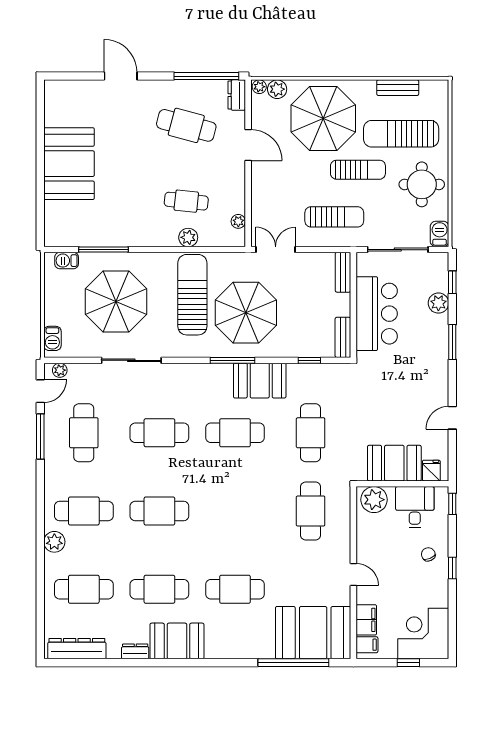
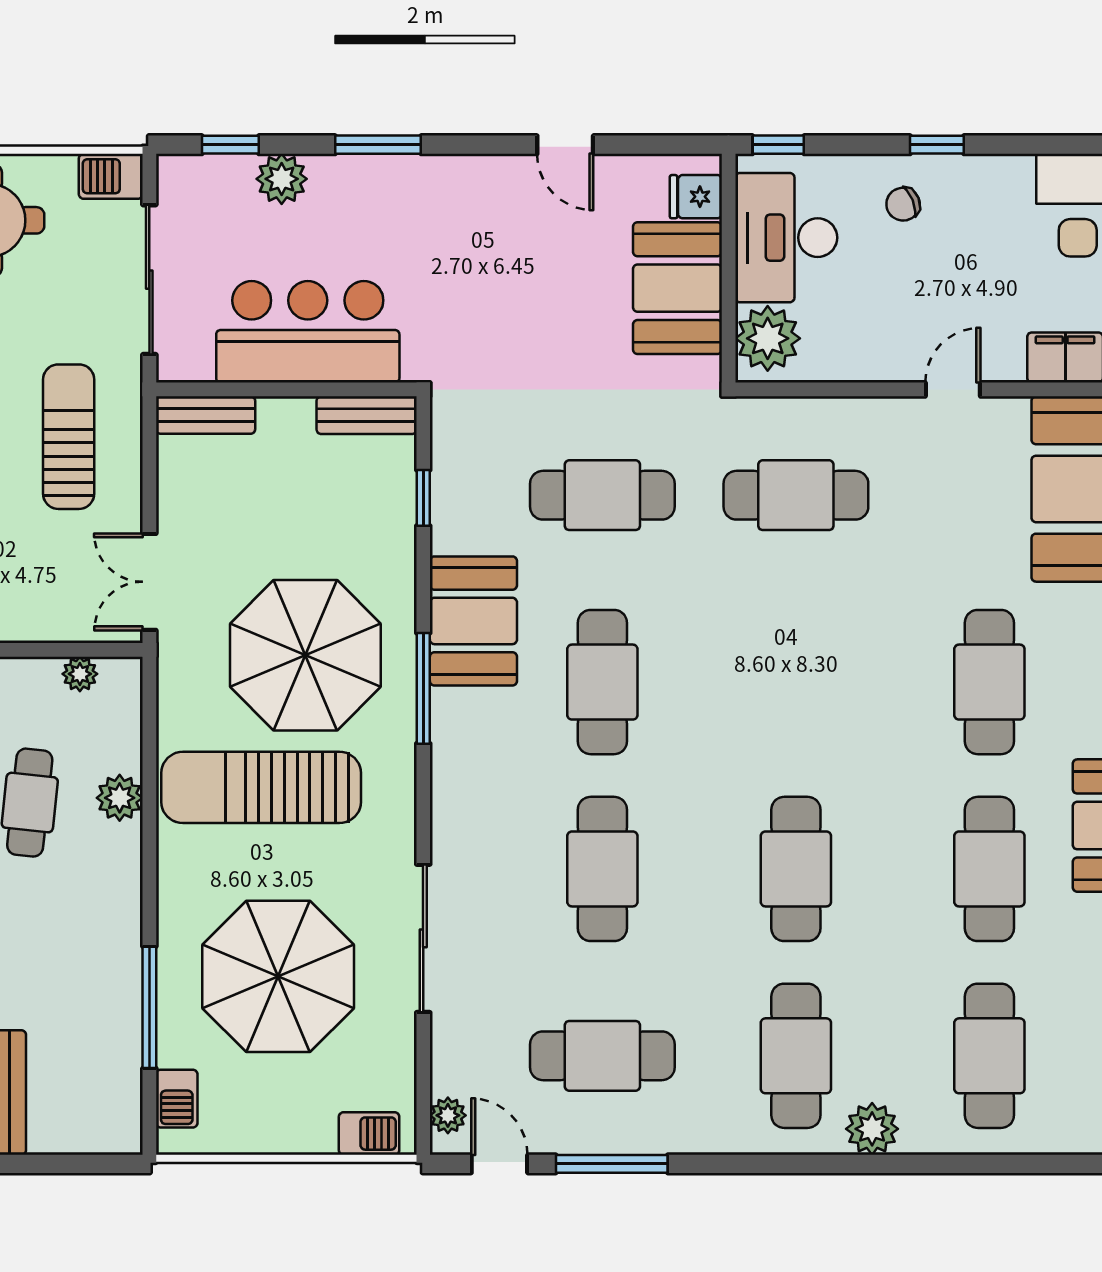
desk: (415, 507) -> (786, 238), width x1.37

